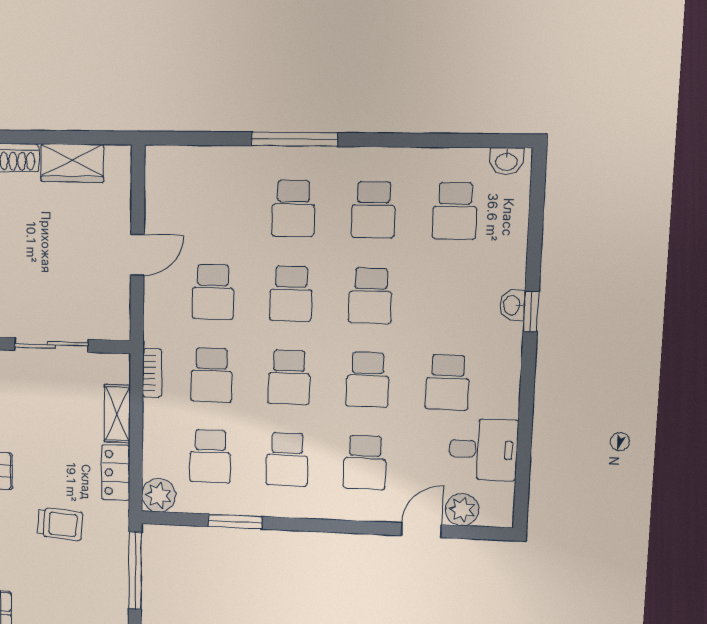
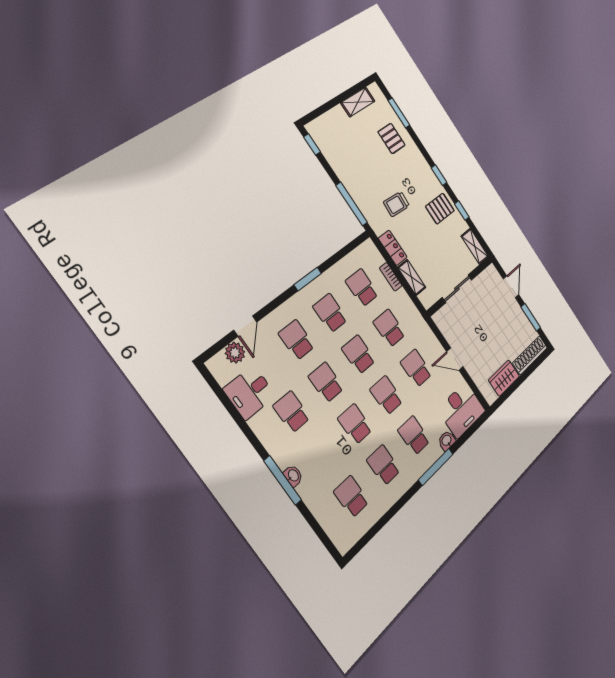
washbasin: (506, 161) -> (447, 441), moved
desk: (186, 179) -> (462, 410), added
door: (137, 255) -> (455, 359), hinge flipped
window: (531, 312) -> (283, 480), width x2.17
bookcase: (152, 373) -> (391, 277), moved
plant: (159, 495) -> (369, 251), removed
window: (235, 522) -> (308, 279), moved

